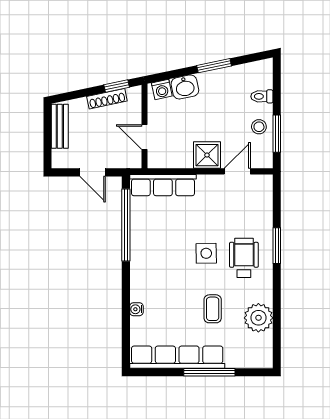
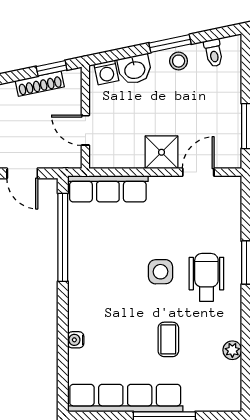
toilet: (262, 96) -> (214, 53), moved, turned -102
stool: (259, 127) -> (179, 61), moved
plant: (258, 318) -> (232, 350), width x0.53, depth x0.53

